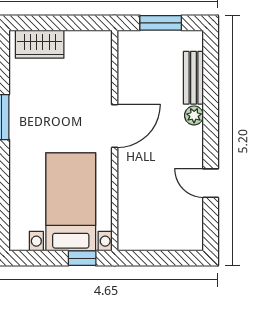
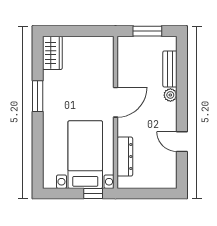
wardrobe: (40, 44) -> (52, 53), moved, turned -90
dresser: (128, 205) -> (125, 157), added

